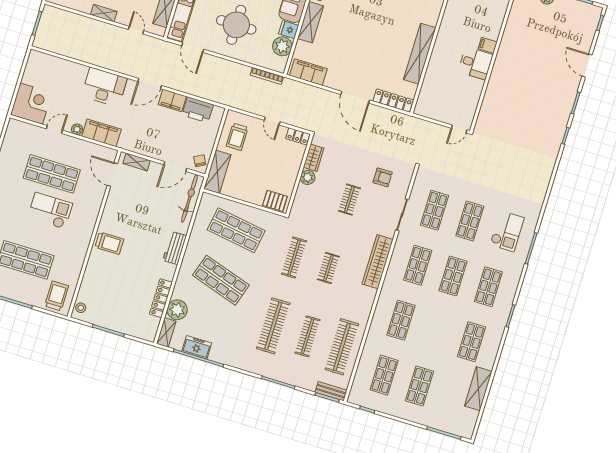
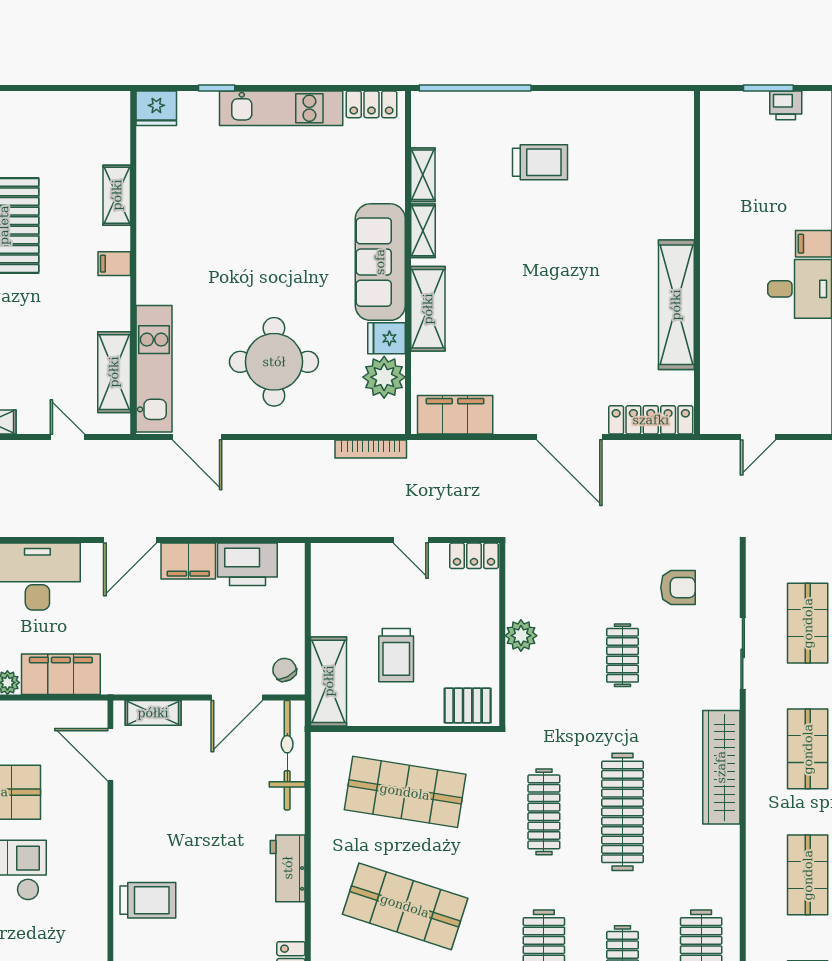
door: (459, 129) -> (758, 437), moved
trolley: (237, 137) -> (396, 655), moved
wardrobe: (314, 158) -> (521, 591), removed
clothes rail: (328, 268) -> (623, 812), width x1.86, depth x1.31

